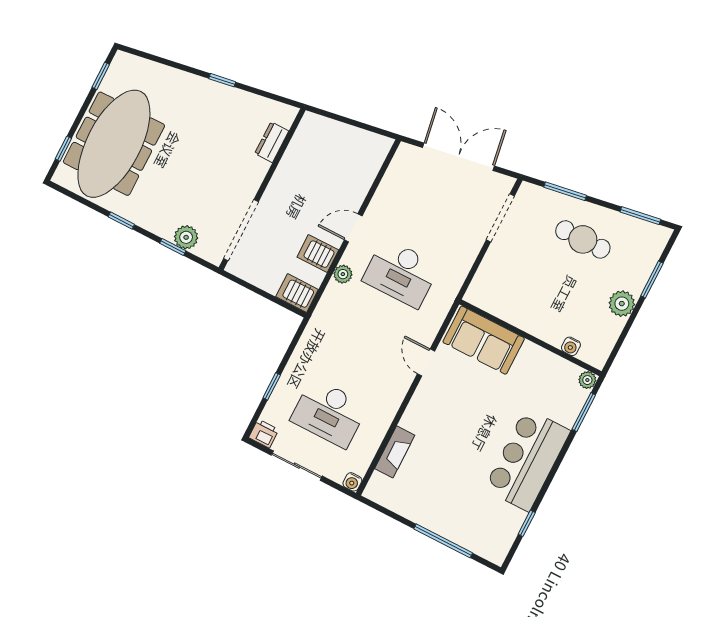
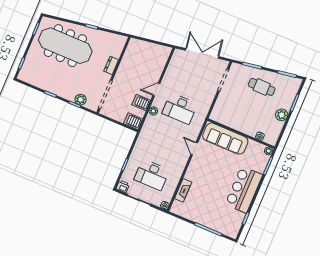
dresser: (272, 142) -> (111, 65), moved
meeting table: (114, 144) -> (65, 46), moved, turned 90
sofa: (484, 340) -> (225, 139), width x1.36

